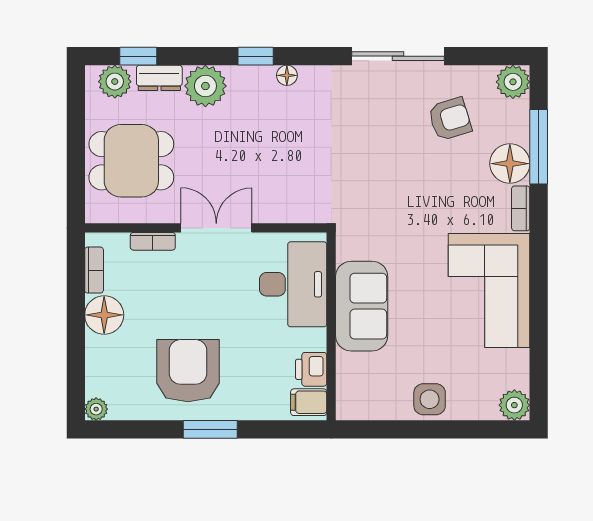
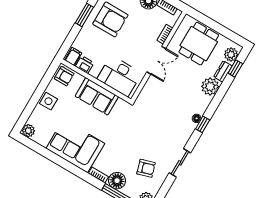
window: (256, 56) -> (203, 124), moved
sliding door: (398, 56) -> (180, 163), width x0.73
armchair: (450, 119) -> (146, 168), turned -90
armchair: (359, 397) -> (64, 76), added

